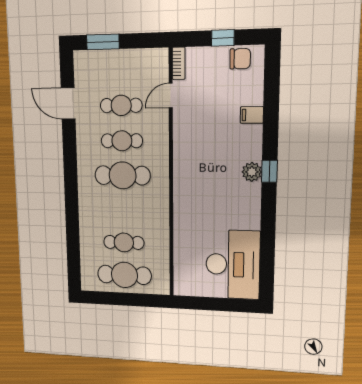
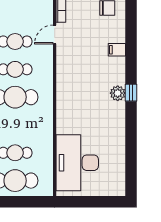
desk: (233, 265) -> (77, 163), moved, turned 180

